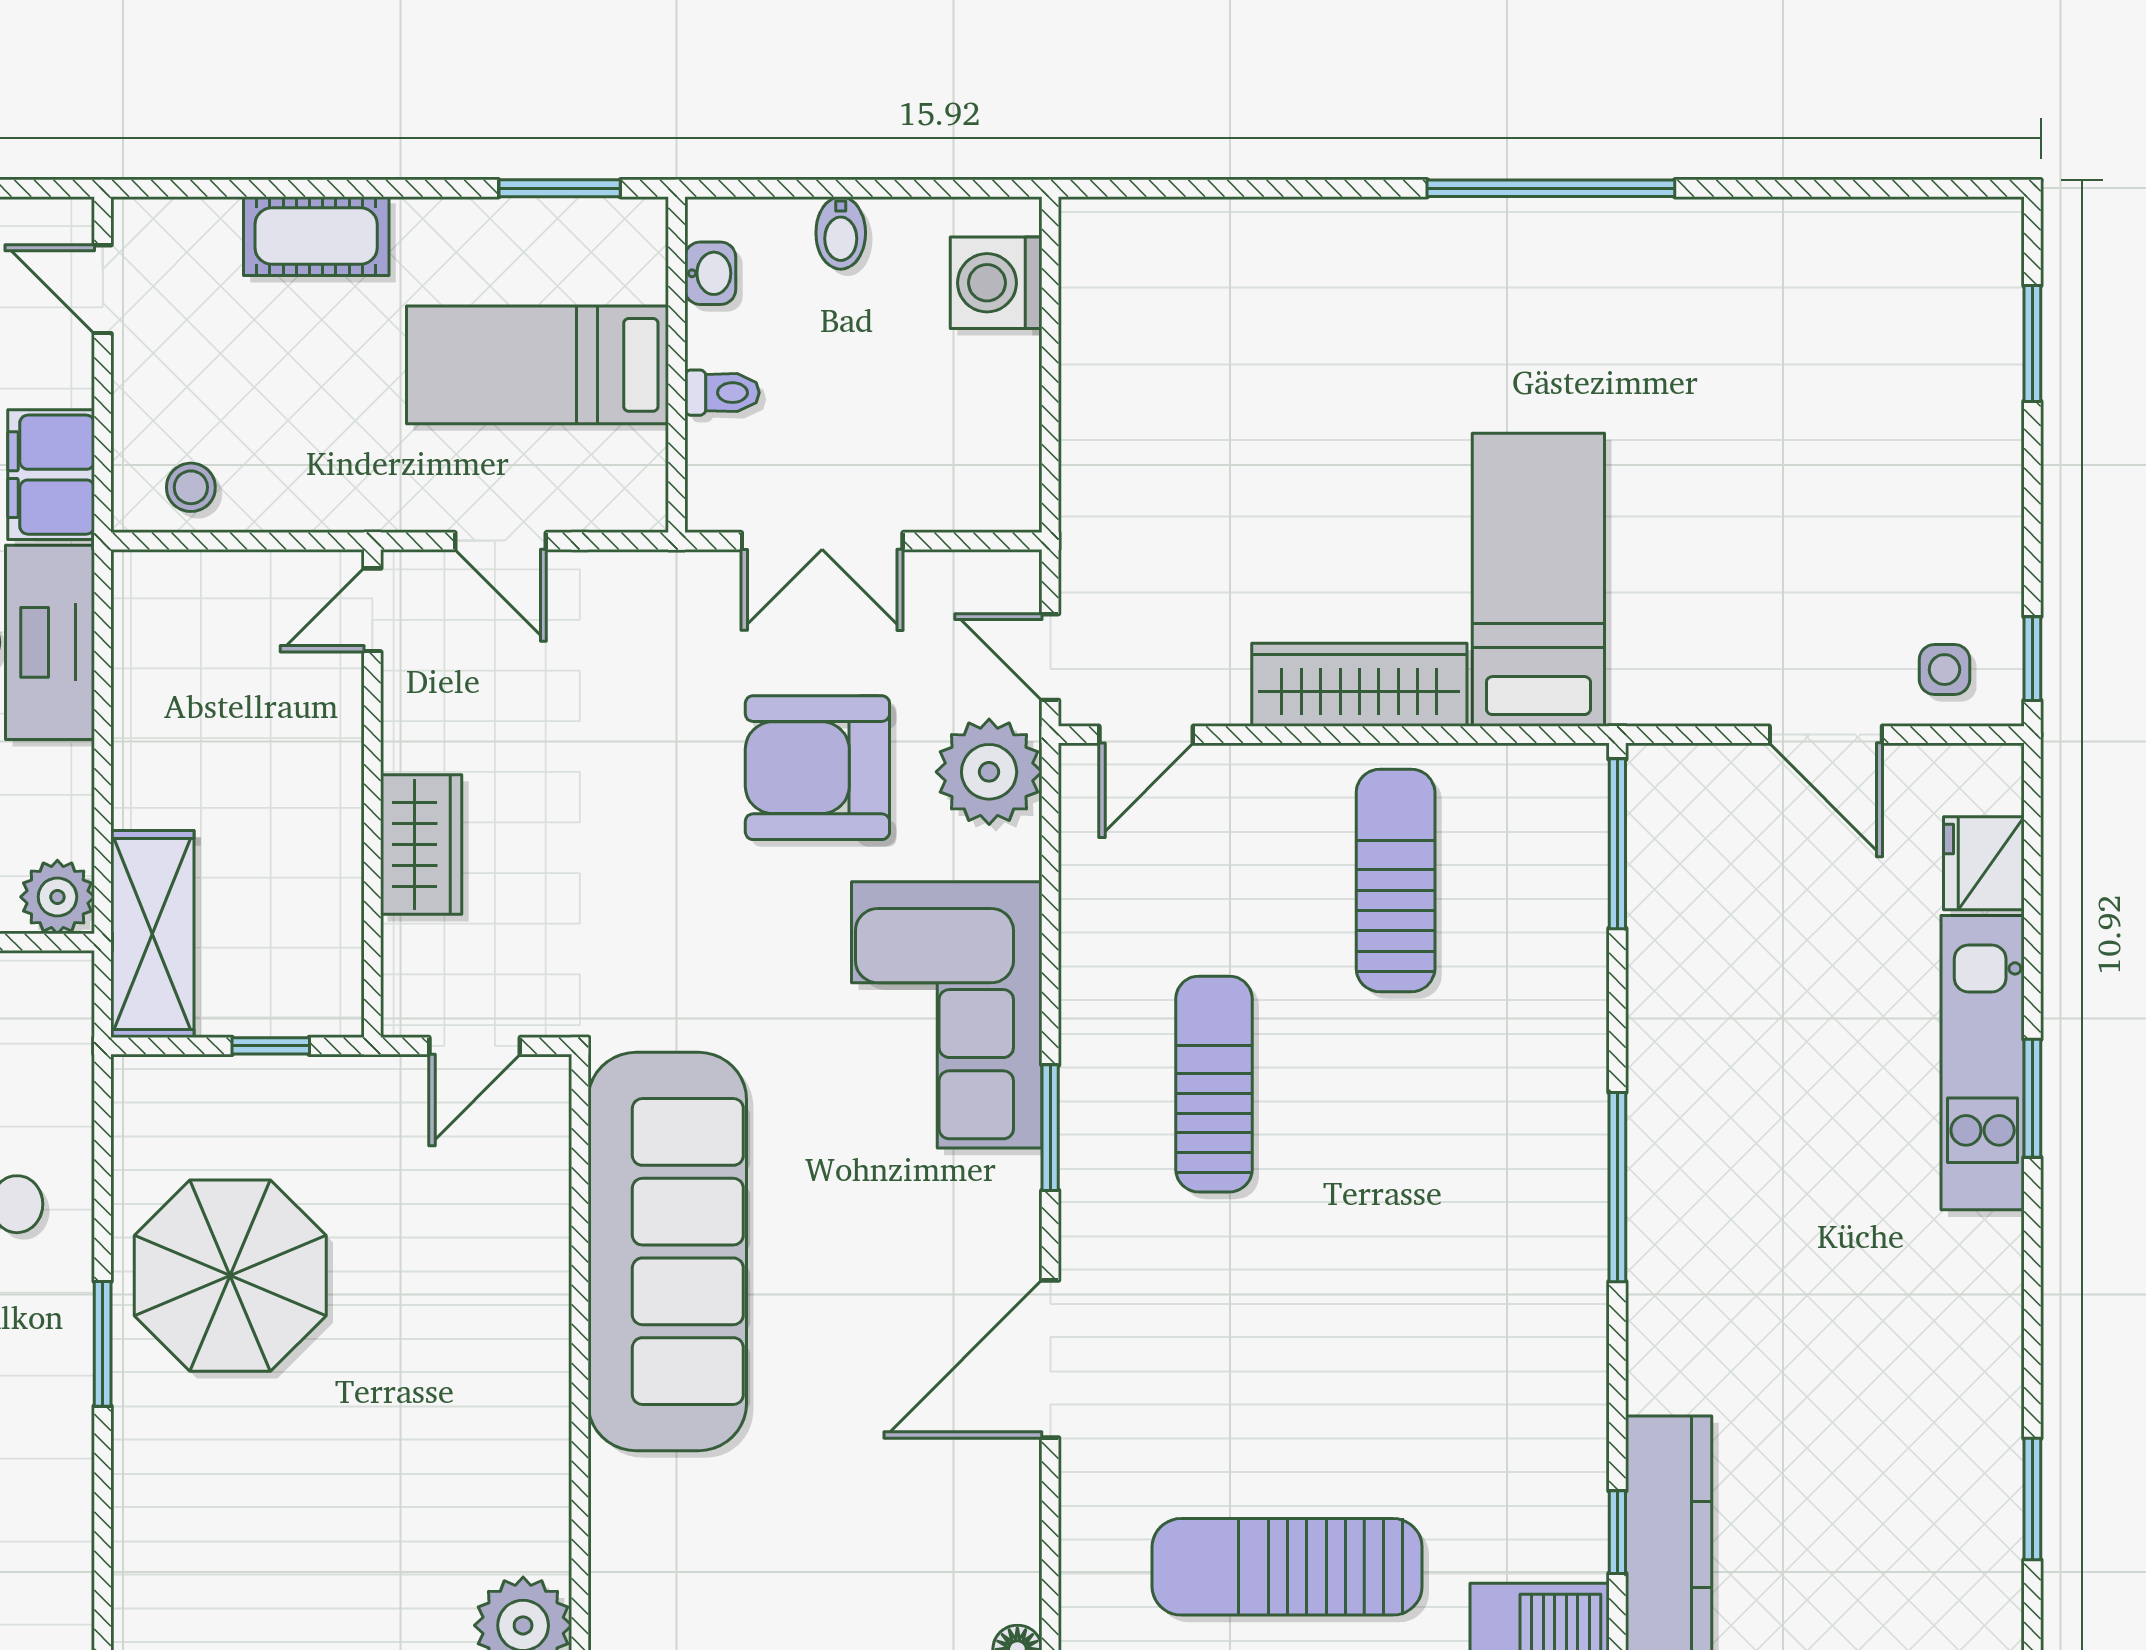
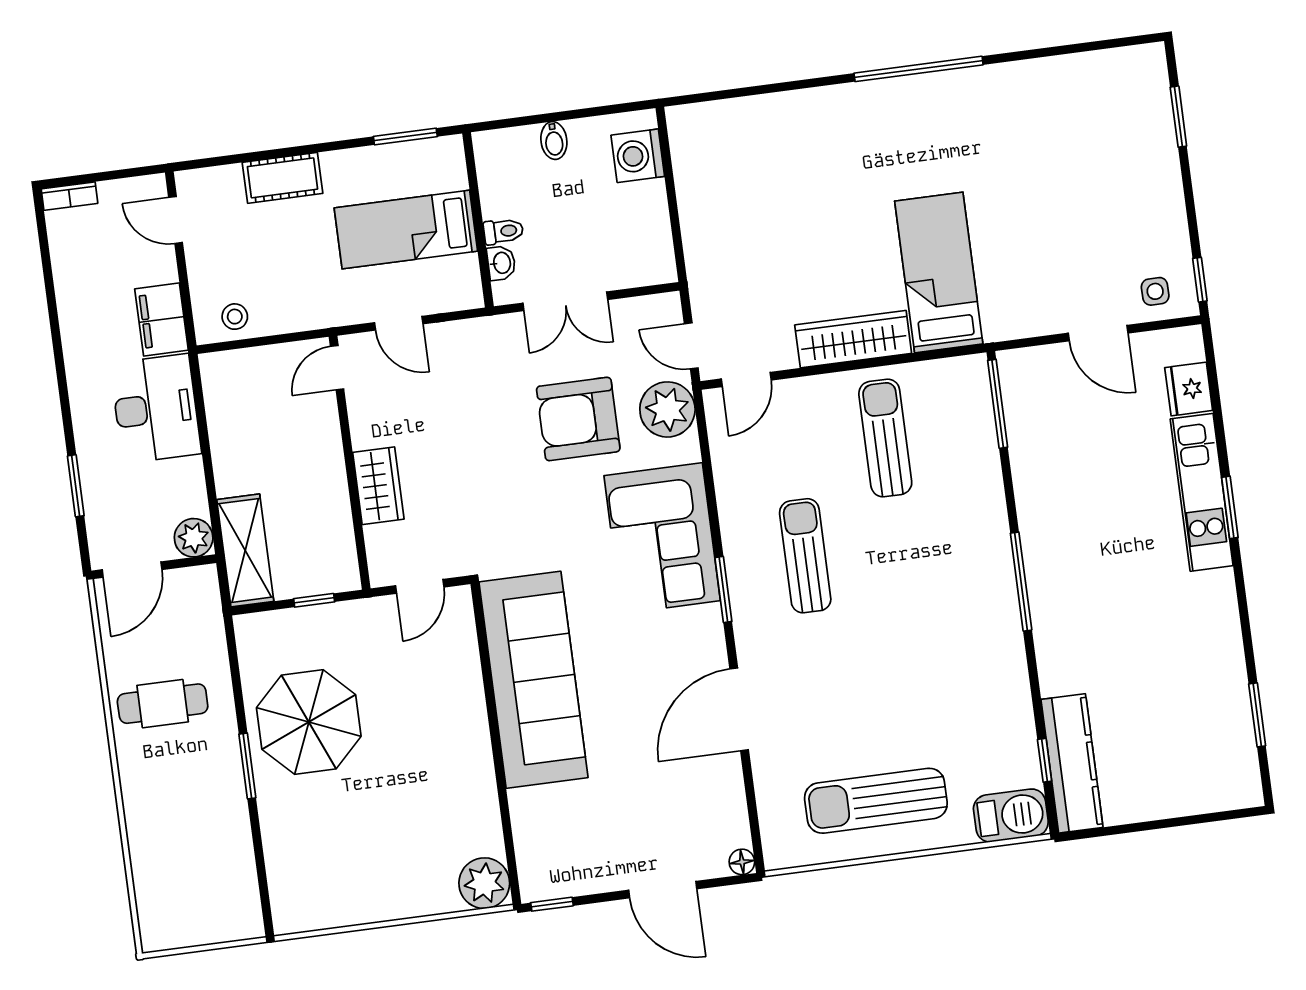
washbasin: (710, 273) -> (501, 263), moved

